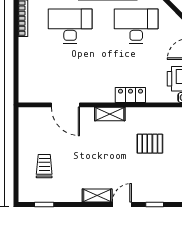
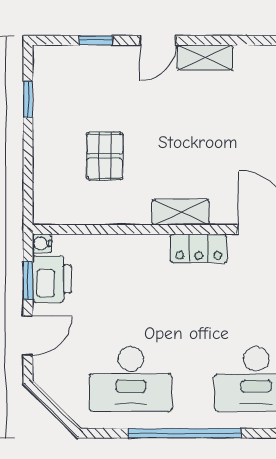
locker: (130, 95) -> (199, 248), moved
pallet: (150, 144) -> (105, 156), turned 90

